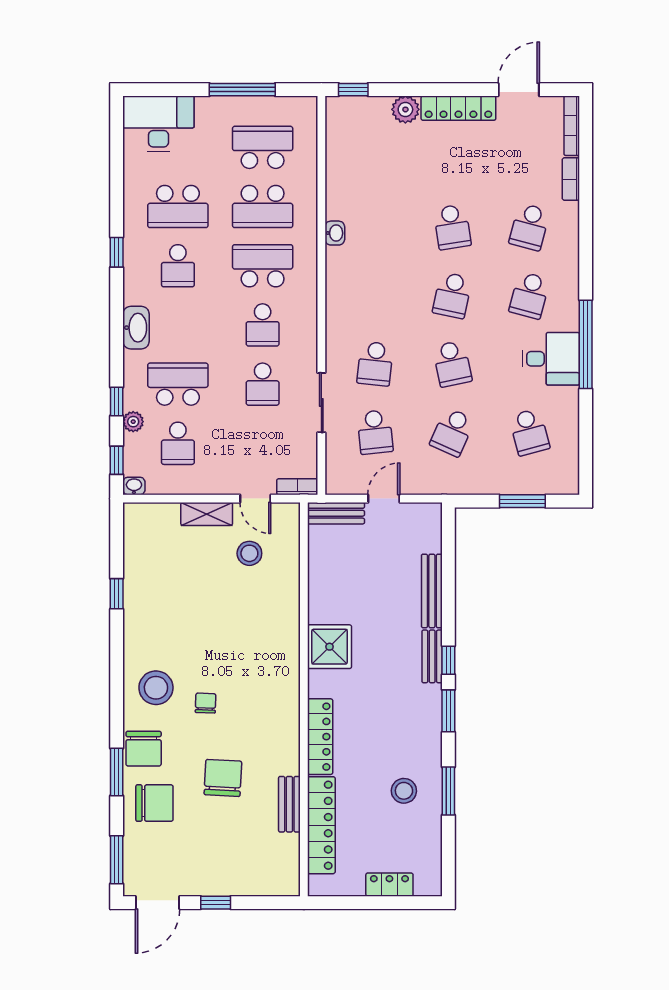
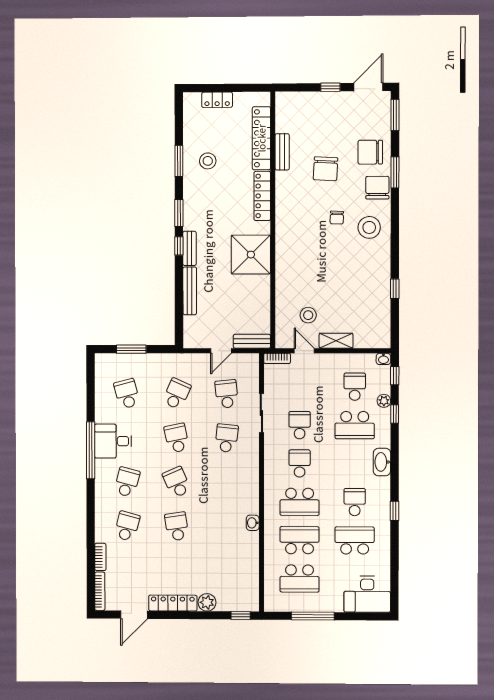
school desk: (452, 295) -> (177, 482), turned -36
shower: (330, 647) -> (251, 255), width x1.37, depth x1.37

